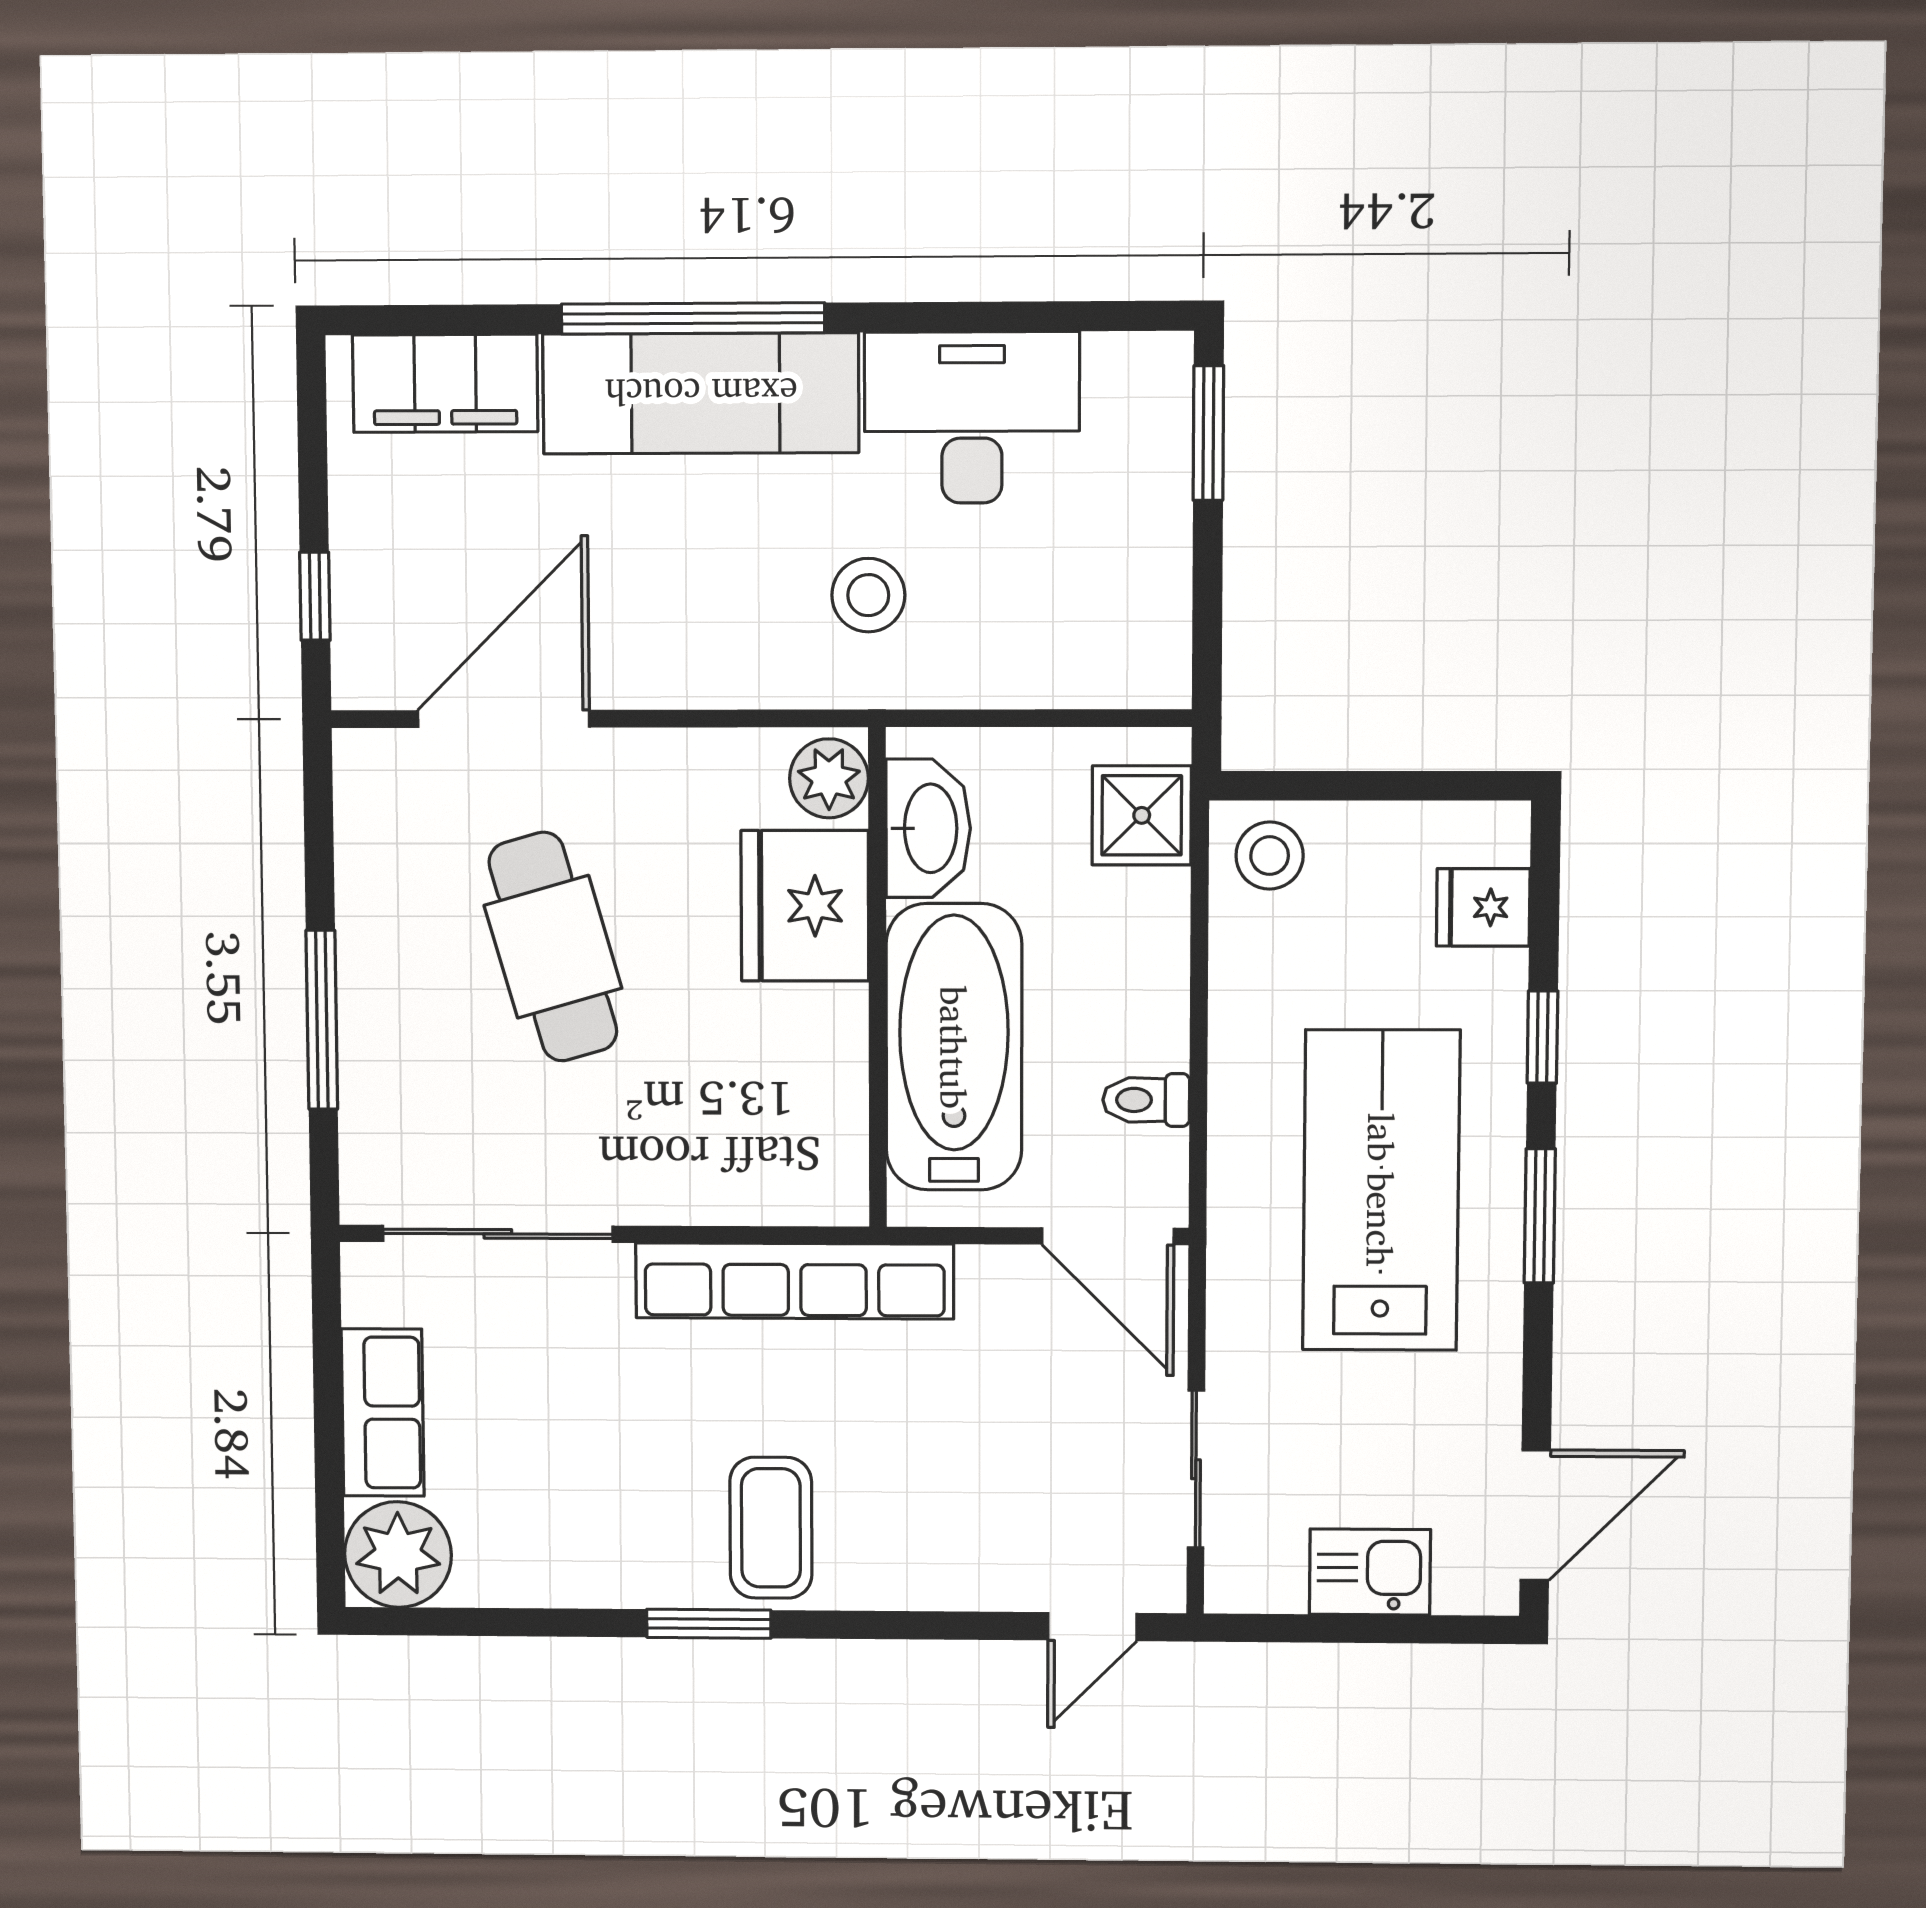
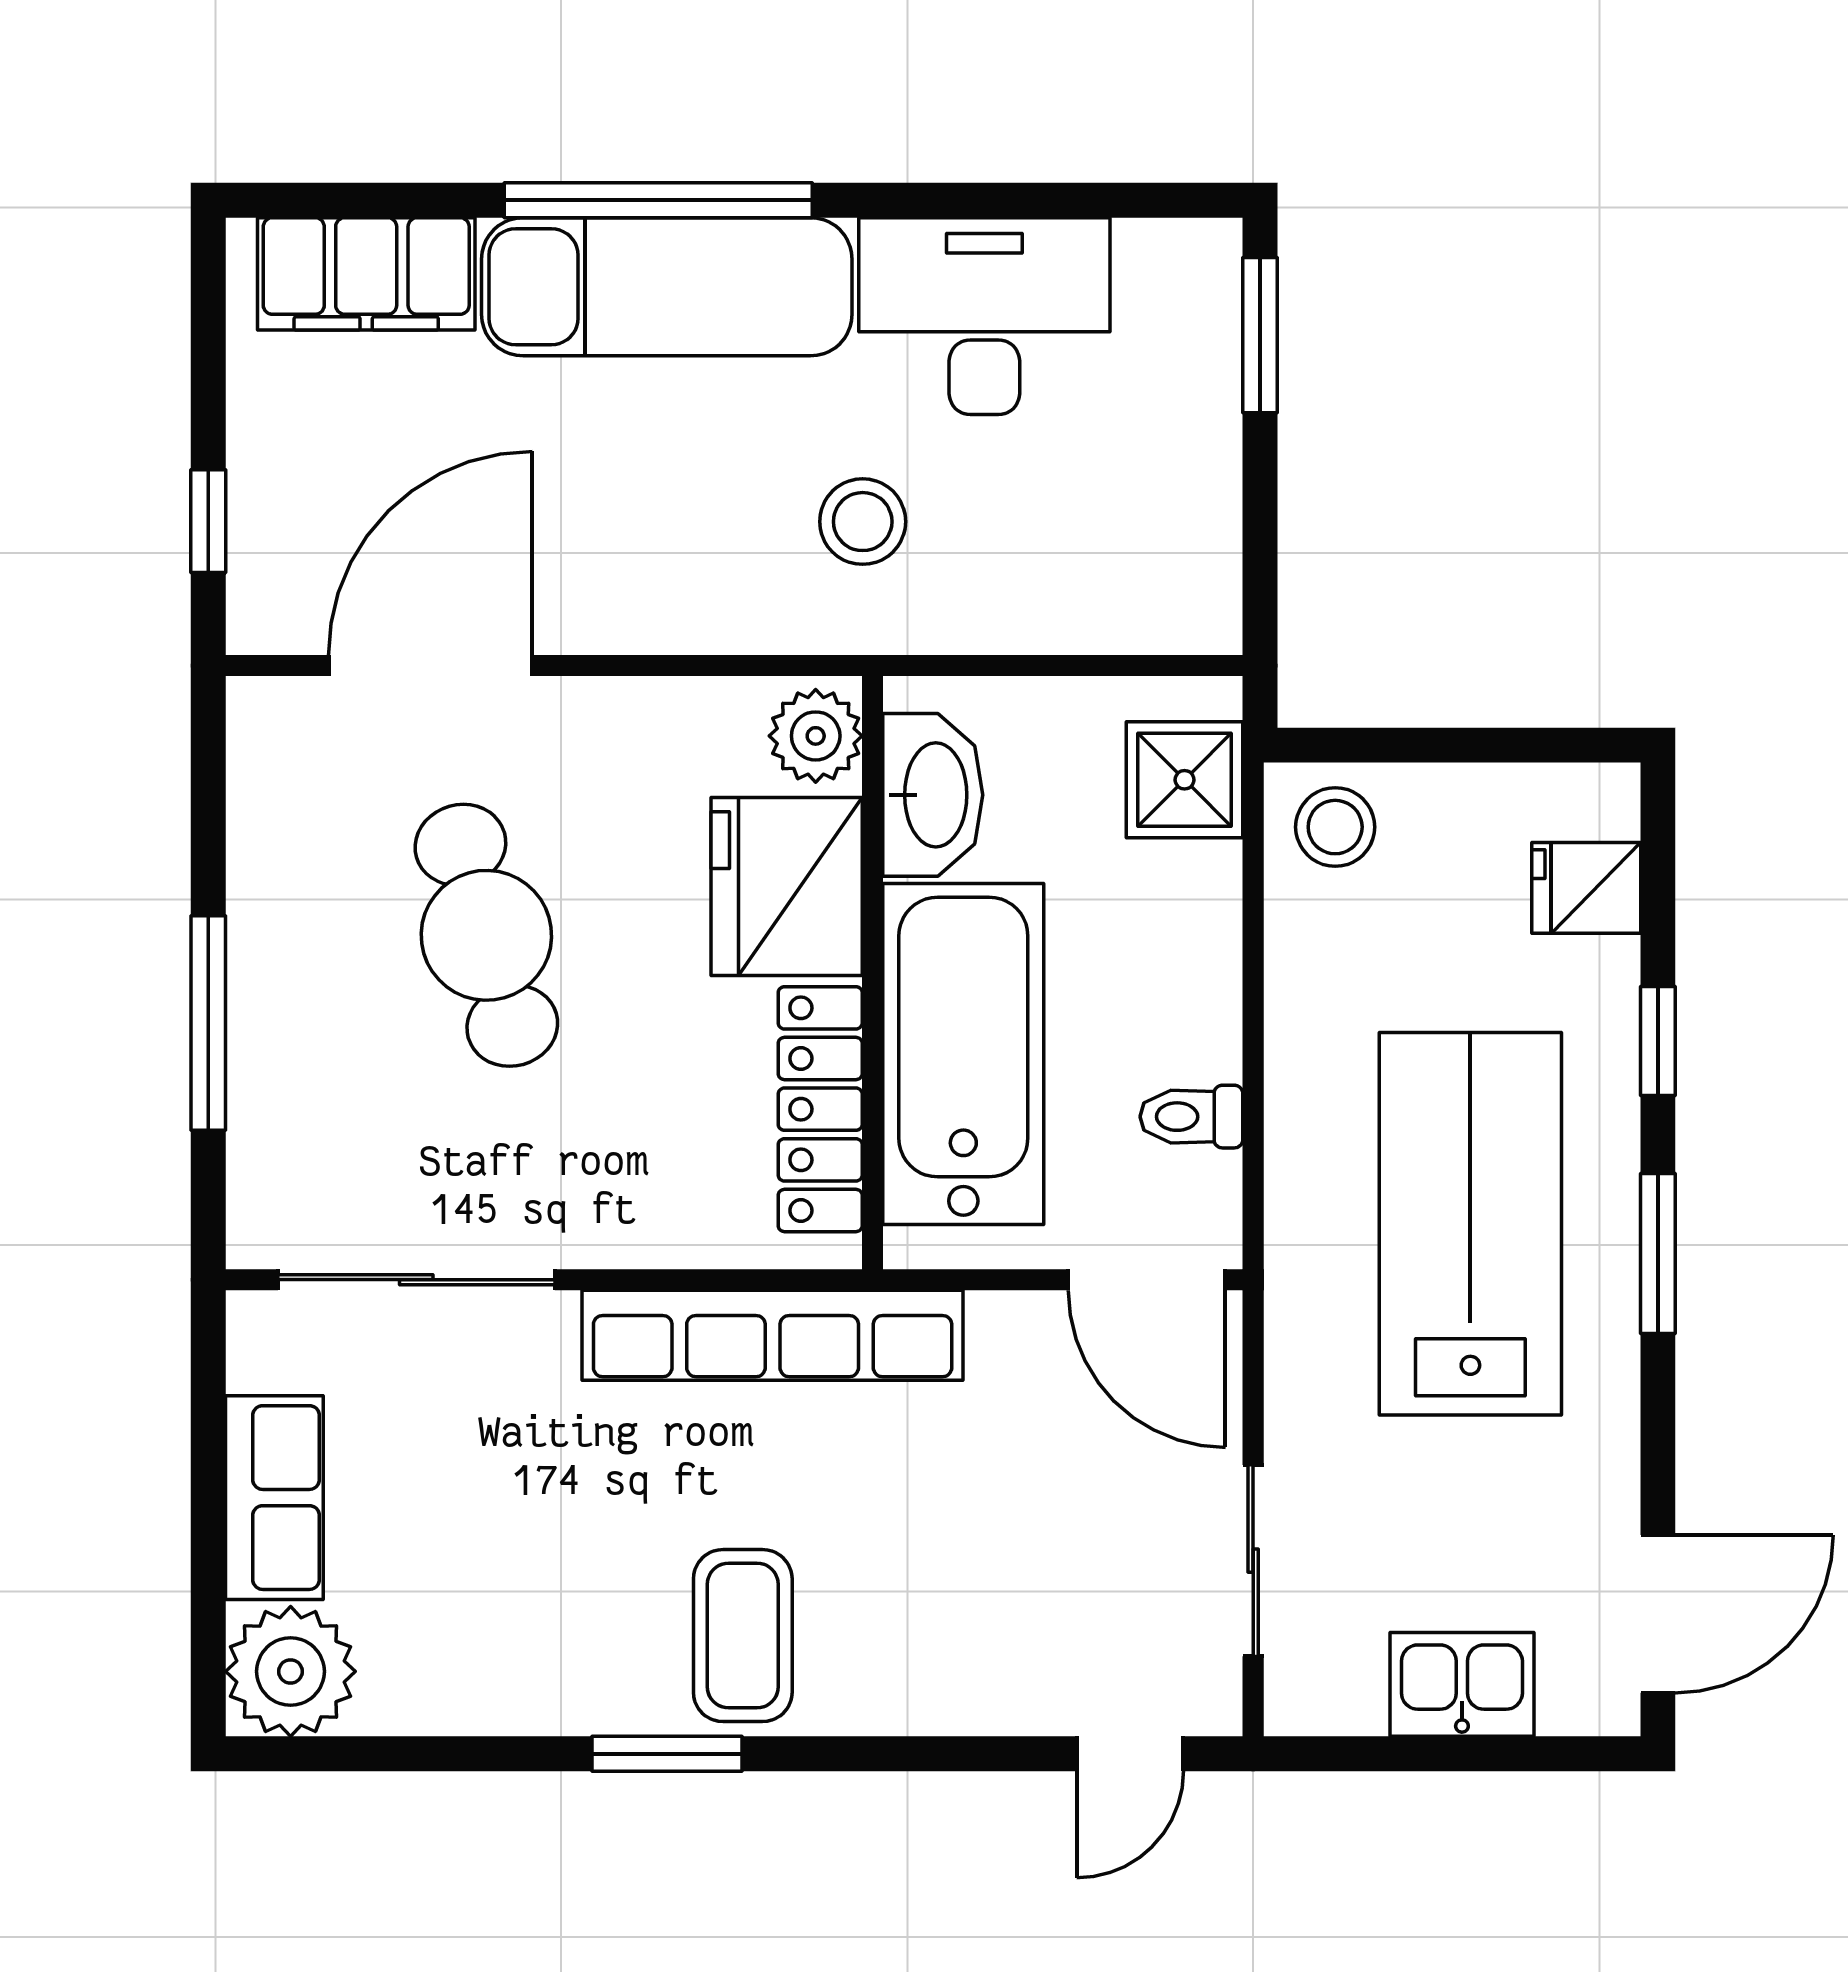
locker: (834, 1093) -> (820, 1109), added

